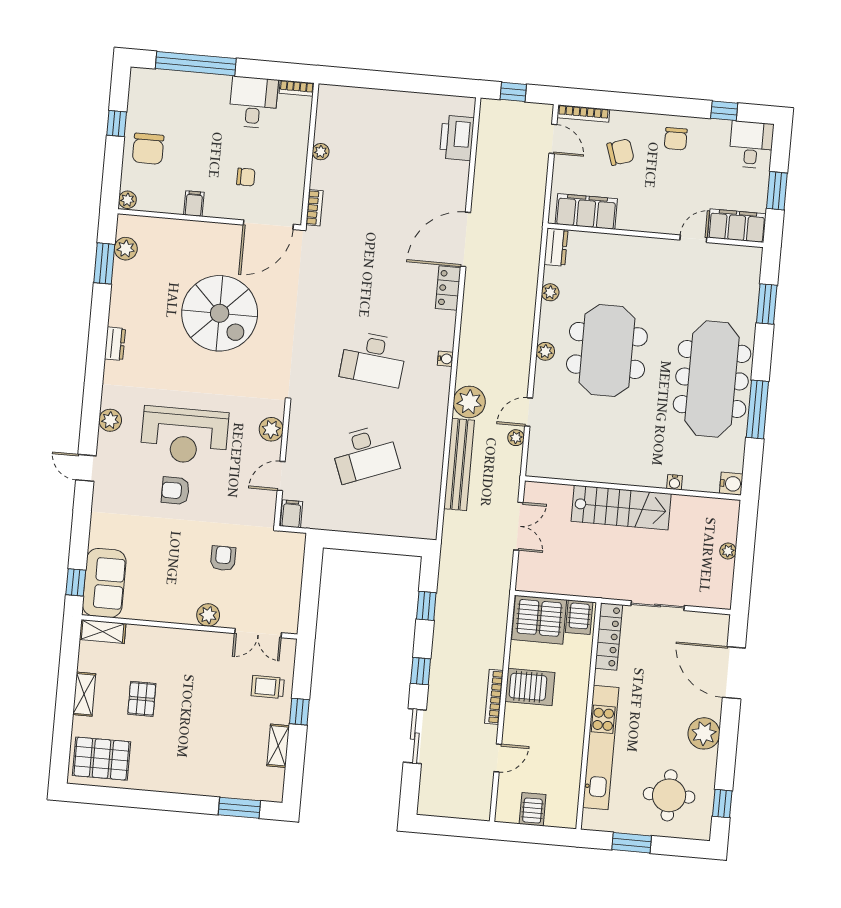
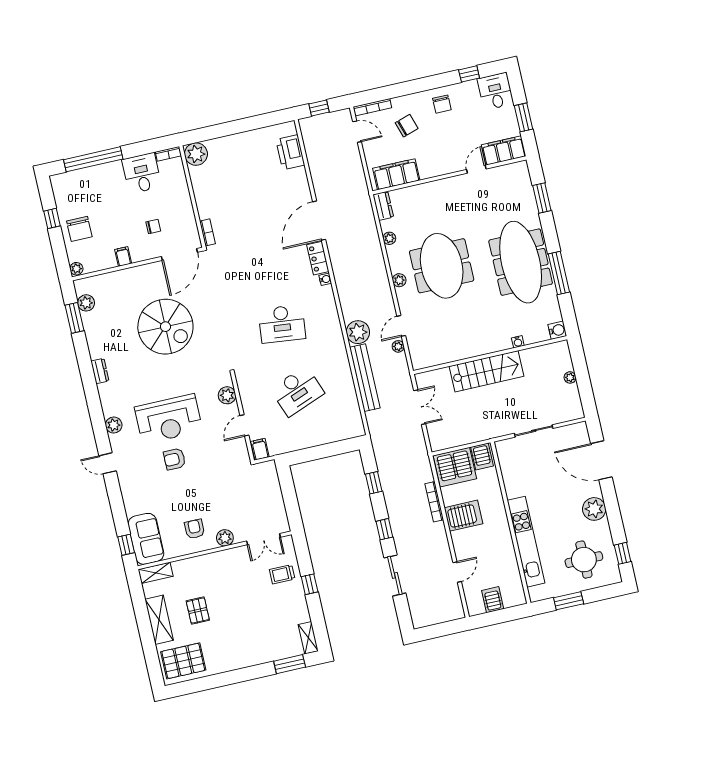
plant: (321, 152) -> (196, 154), moved, width x1.88, depth x1.88
water cooler: (445, 359) -> (325, 279), moved
armchair: (223, 558) -> (195, 529), moved
locker: (609, 636) -> (507, 463), removed
shelving: (84, 694) -> (159, 620), width x1.50, depth x1.33
bookcase: (494, 697) -> (434, 502), moved
shelving: (278, 746) -> (308, 638), moved

